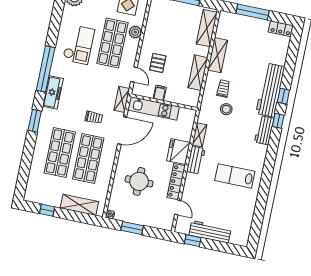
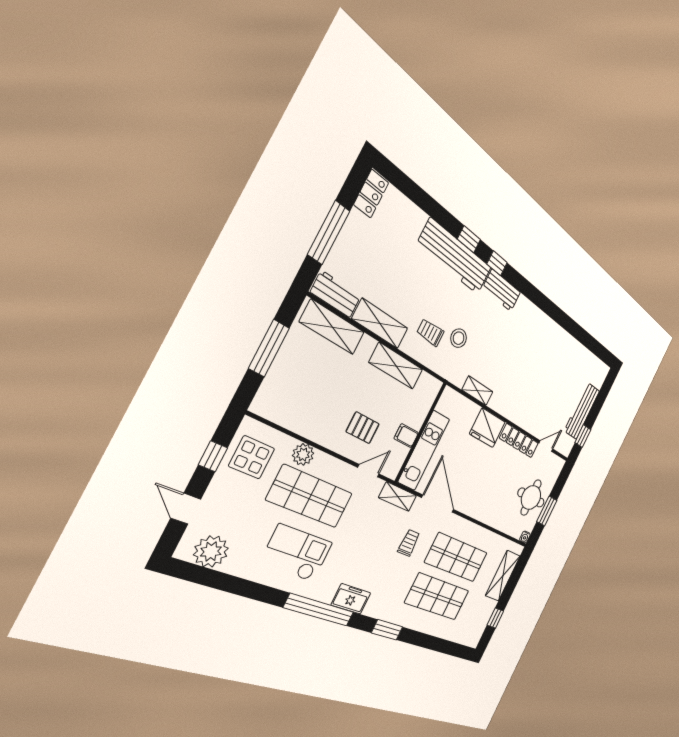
freezer: (53, 92) -> (351, 599), width x0.71
workbench: (196, 160) -> (336, 294), moved
lab bench: (235, 176) -> (539, 356), removed
round table: (139, 181) -> (531, 498), moved

